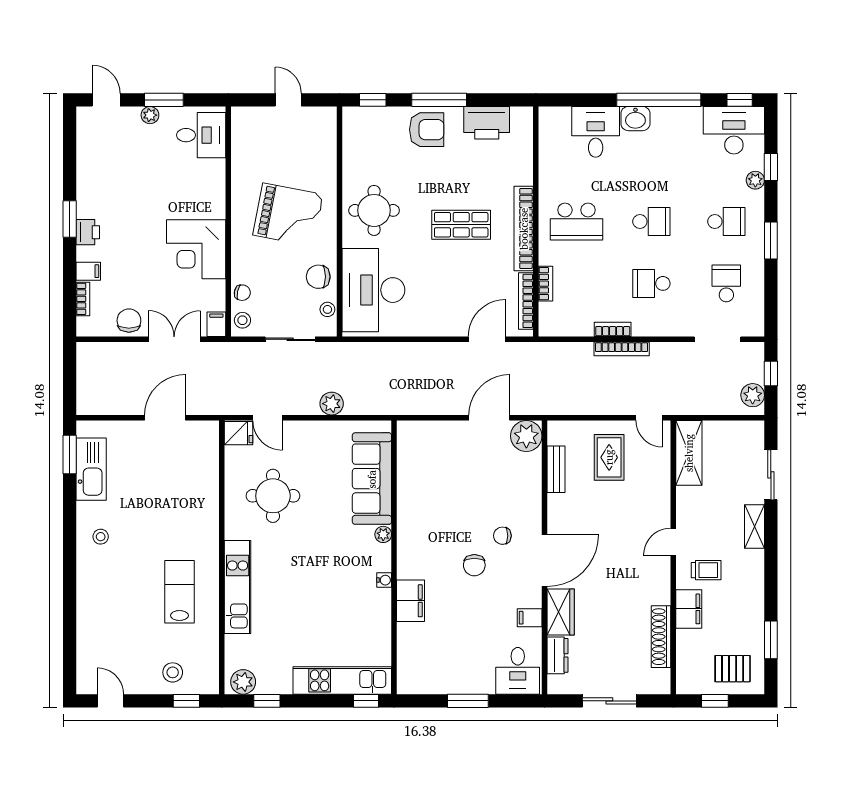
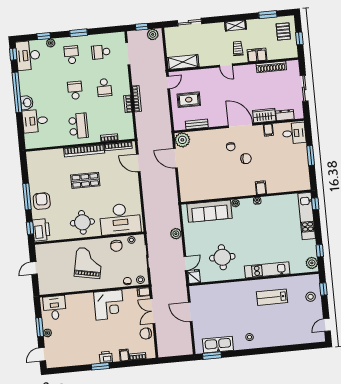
printer: (487, 123) -> (41, 230), moved
shop shelf: (461, 225) -> (85, 180), turned 90
shelving: (755, 527) -> (236, 26), moved
filing cabinet: (411, 601) -> (261, 188), width x0.50

